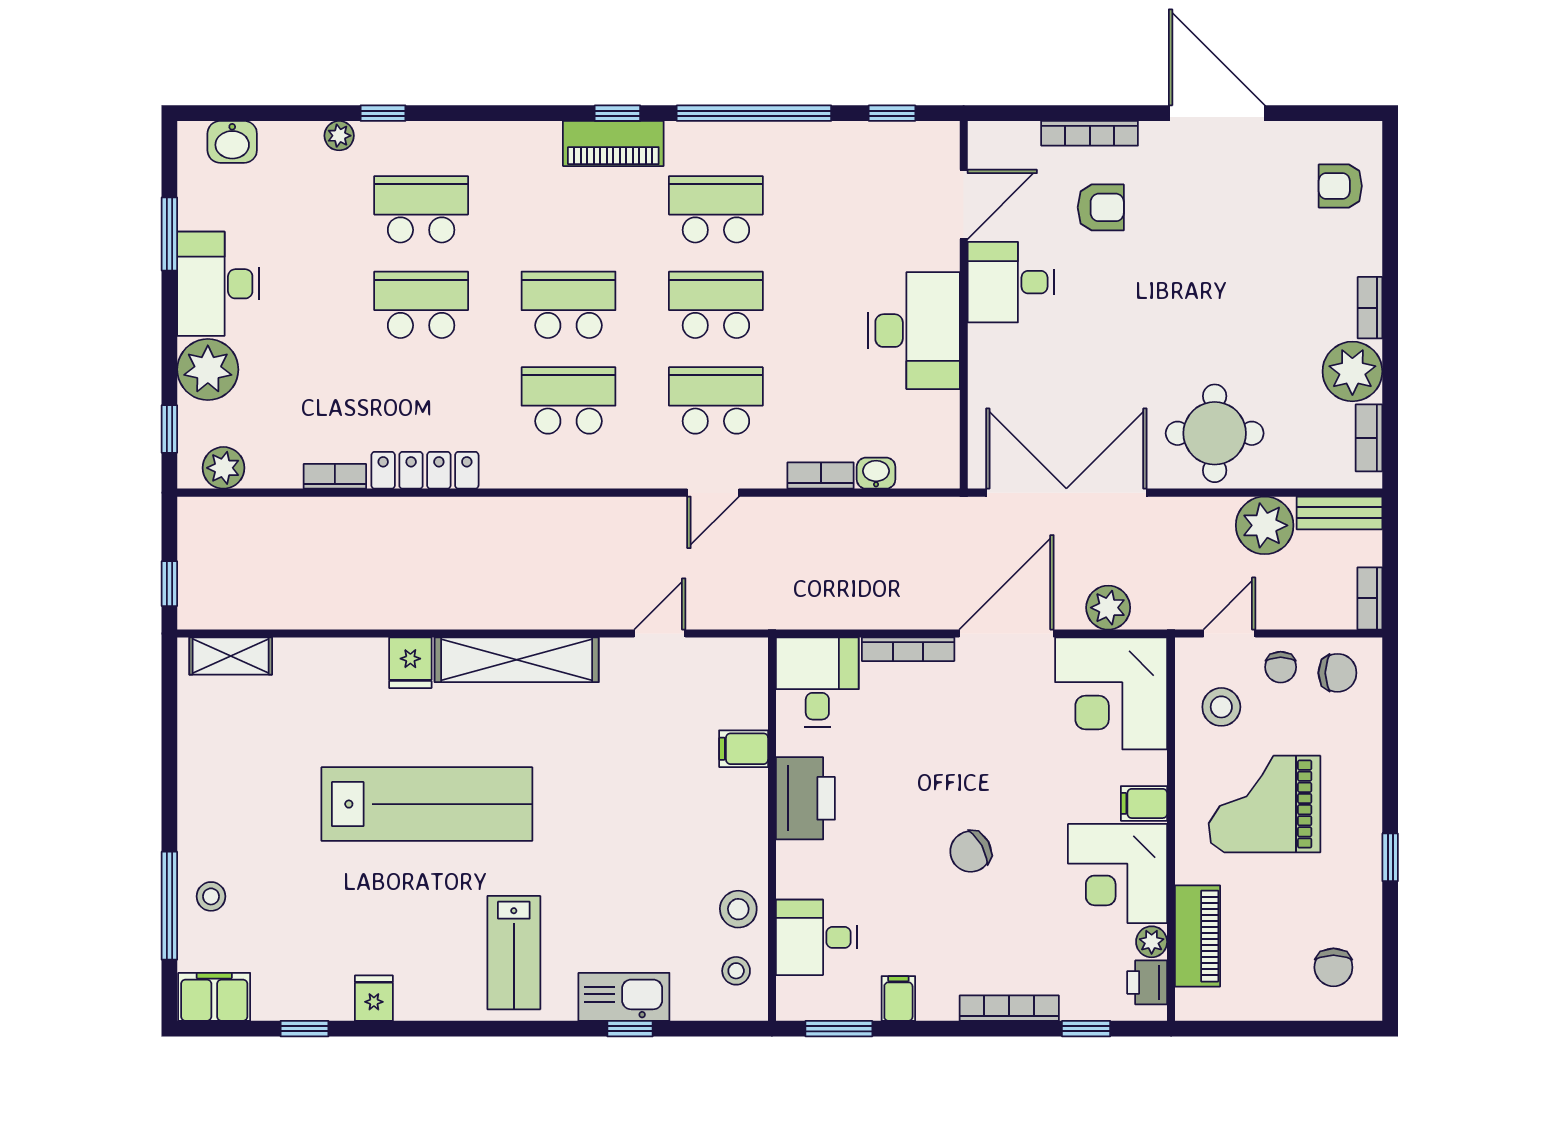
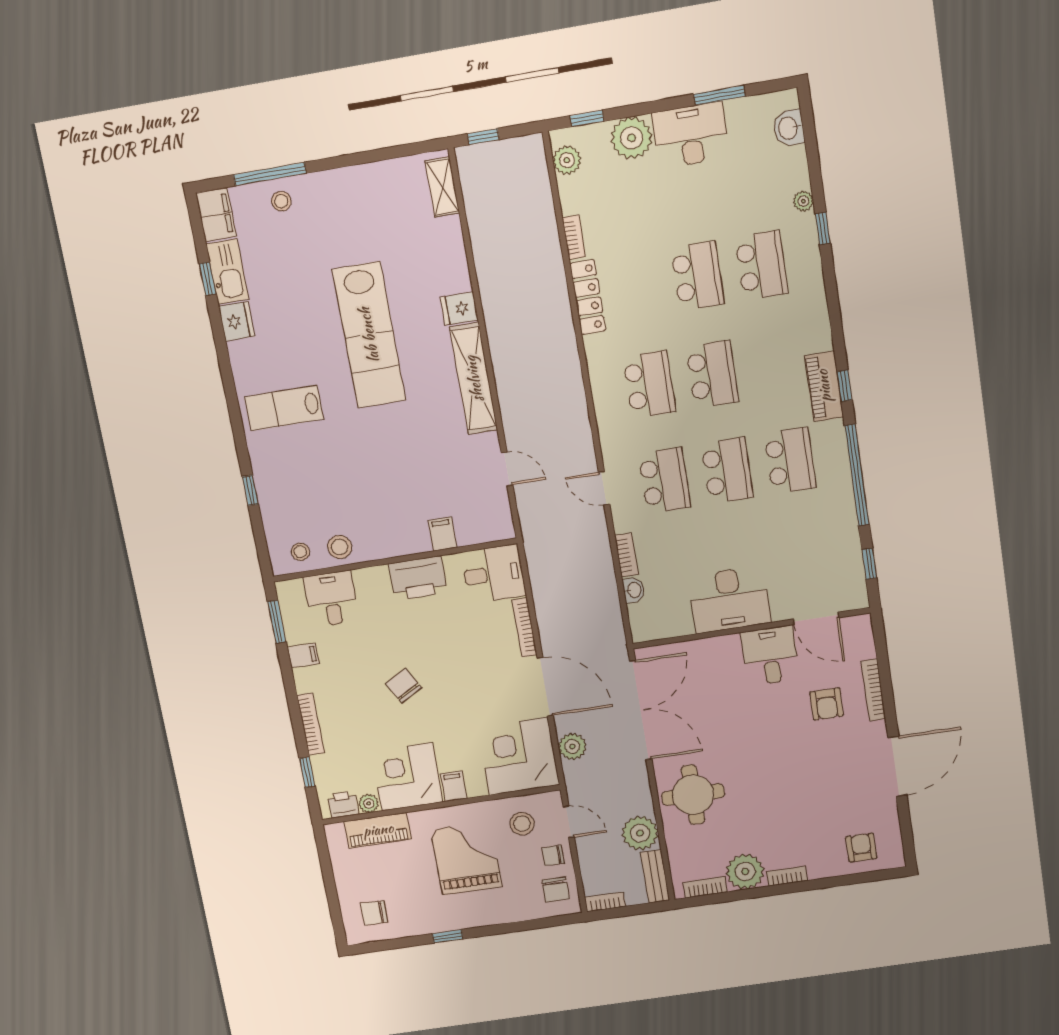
kitchen sink: (624, 997) -> (227, 272), moved
fridge: (374, 998) -> (237, 321), width x1.38

